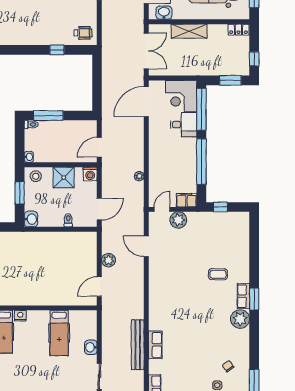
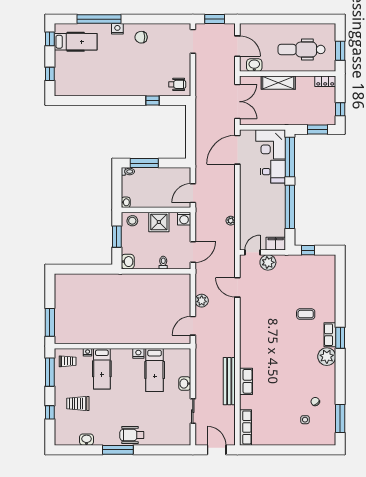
nightstand: (20, 316) -> (138, 353), moved

